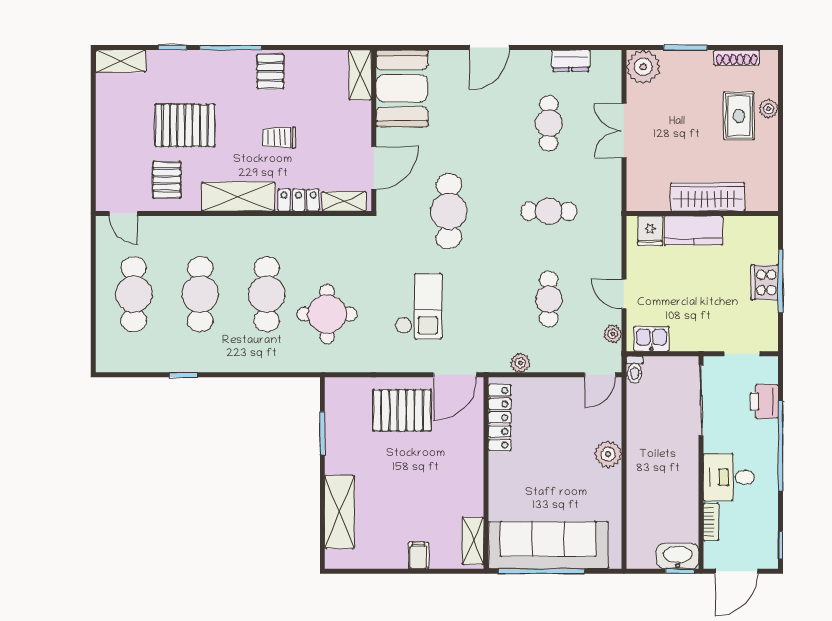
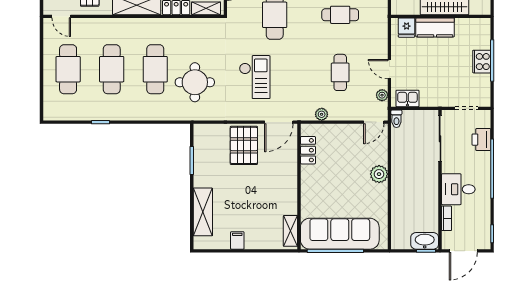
pallet: (402, 410) -> (244, 145), turned 90
locker: (500, 418) -> (308, 150), width x0.66
filing cabinet: (418, 555) -> (237, 240), moved

